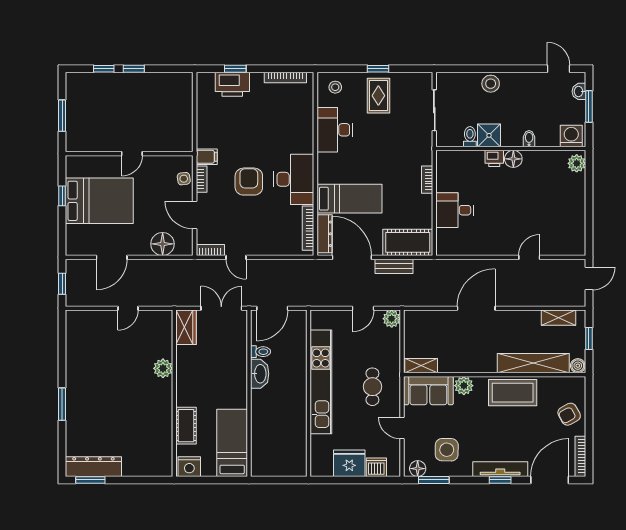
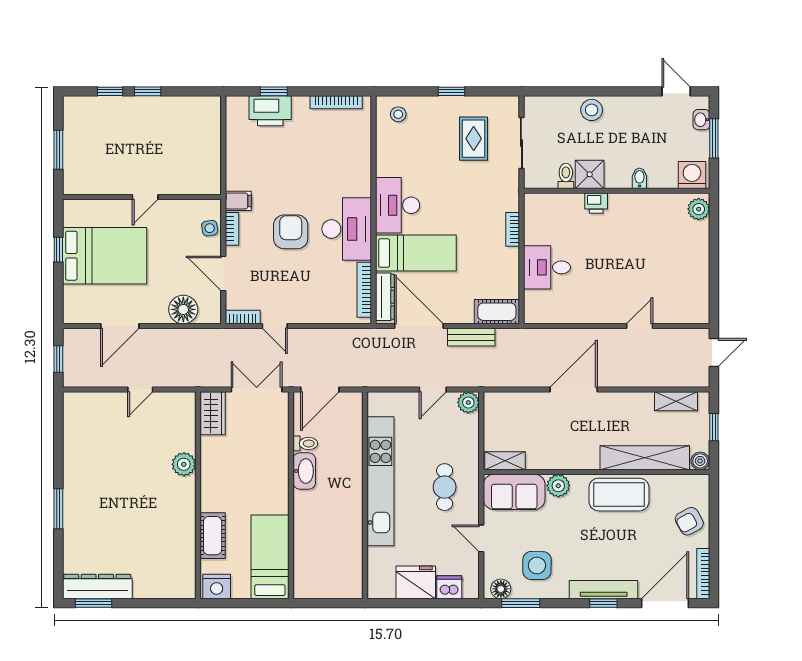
rug: (378, 96) -> (474, 139), moved
desk: (335, 130) -> (398, 205), moved
floor lamp: (513, 159) -> (620, 204), removed
cot: (408, 242) -> (497, 312), width x0.73, depth x0.75

